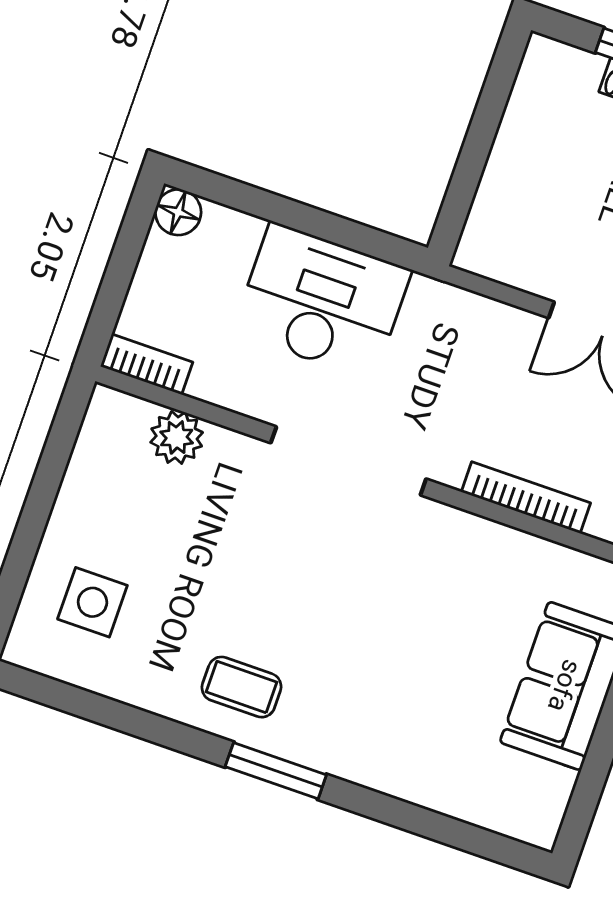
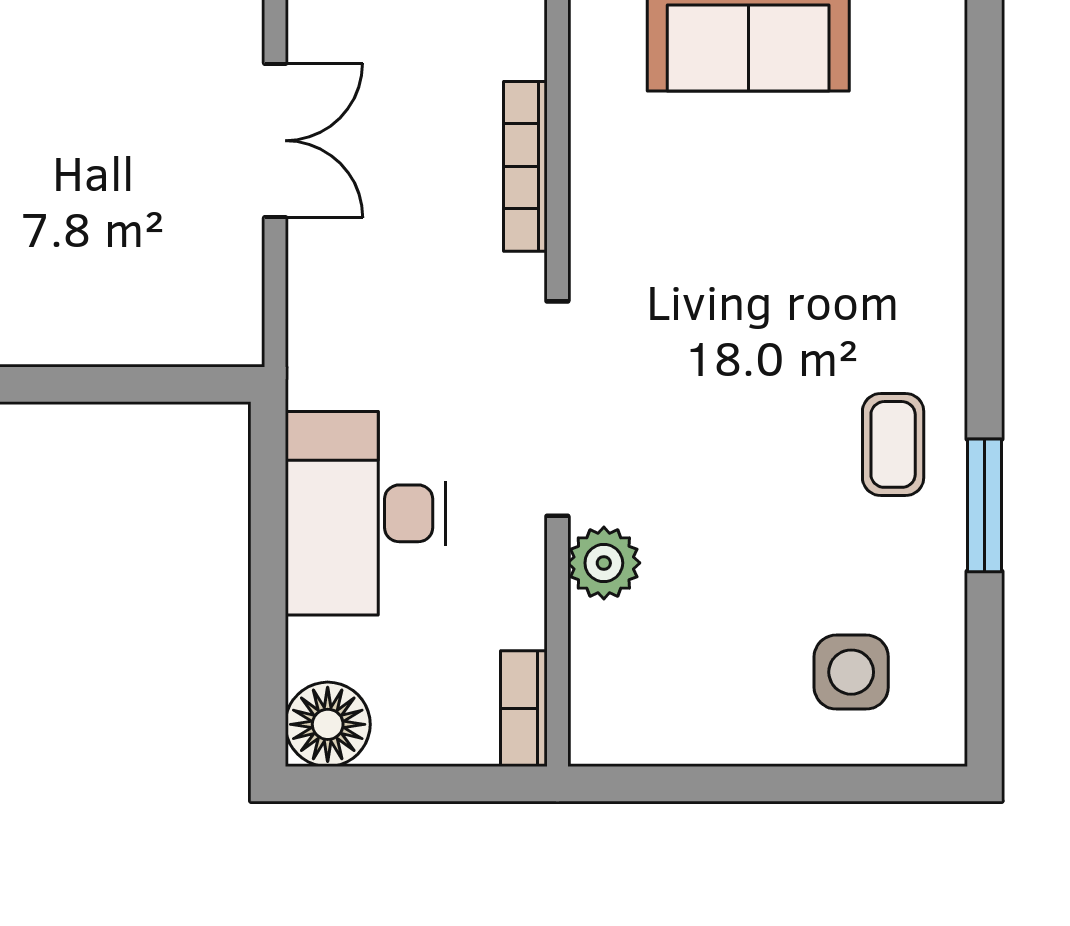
floor lamp: (178, 212) -> (328, 724), width x1.38, depth x1.38
plant: (177, 437) -> (604, 563), moved
window: (276, 771) -> (984, 505), moved

